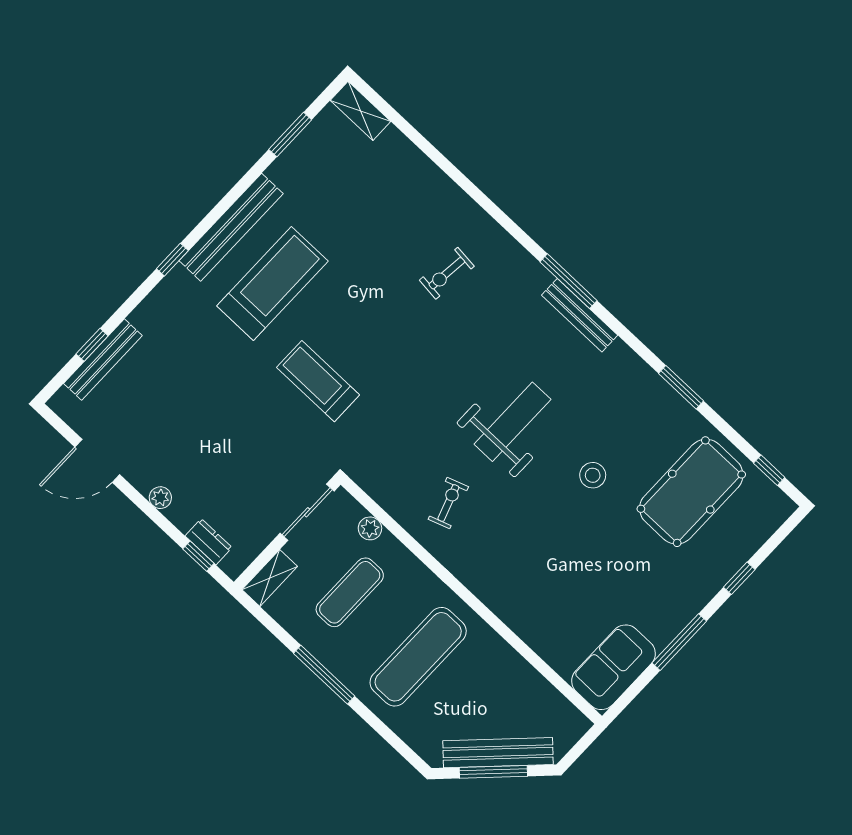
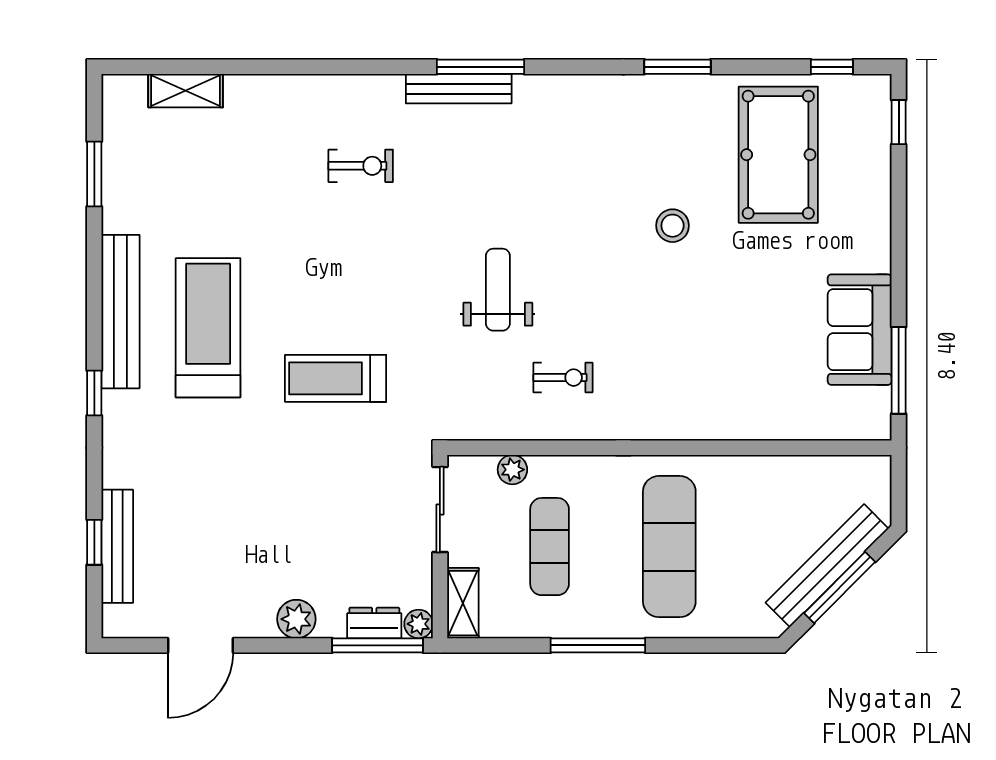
shelving: (360, 111) -> (186, 91), moved
exercise bike: (447, 273) -> (361, 166), turned -96
bench: (580, 315) -> (459, 89), moved
weight bench: (512, 422) -> (498, 290), moved, width x0.73, depth x0.75
plant: (160, 498) -> (296, 619), width x1.38, depth x1.38
exercise bike: (448, 503) -> (563, 378), turned 109
window: (198, 556) -> (378, 645), width x2.17
plant: (233, 566) -> (419, 624), added
window: (739, 578) -> (899, 122), moved
window: (679, 642) -> (899, 370), moved
sofa: (613, 667) -> (860, 330), moved

